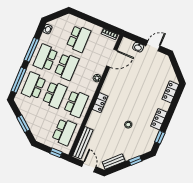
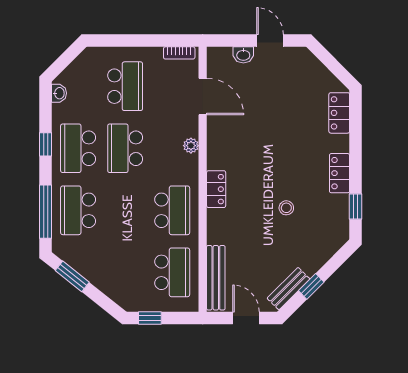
door: (153, 46) -> (270, 41), hinge flipped
window: (31, 50) -> (46, 144), width x0.46
door: (112, 58) -> (203, 97), hinge flipped
school desk: (67, 67) -> (125, 148), turned 180
school desk: (55, 95) -> (125, 210), removed
window: (23, 124) -> (72, 276), moved
window: (56, 153) -> (150, 318), moved
window: (135, 161) -> (311, 286), moved

